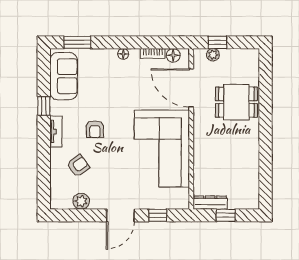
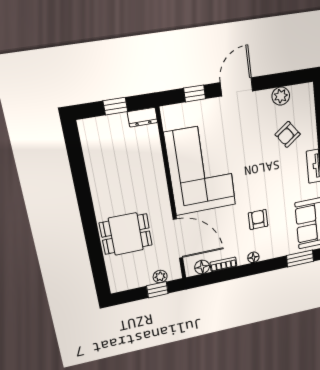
armchair: (95, 129) -> (258, 220), moved
dresser: (210, 203) -> (142, 117), width x0.70

